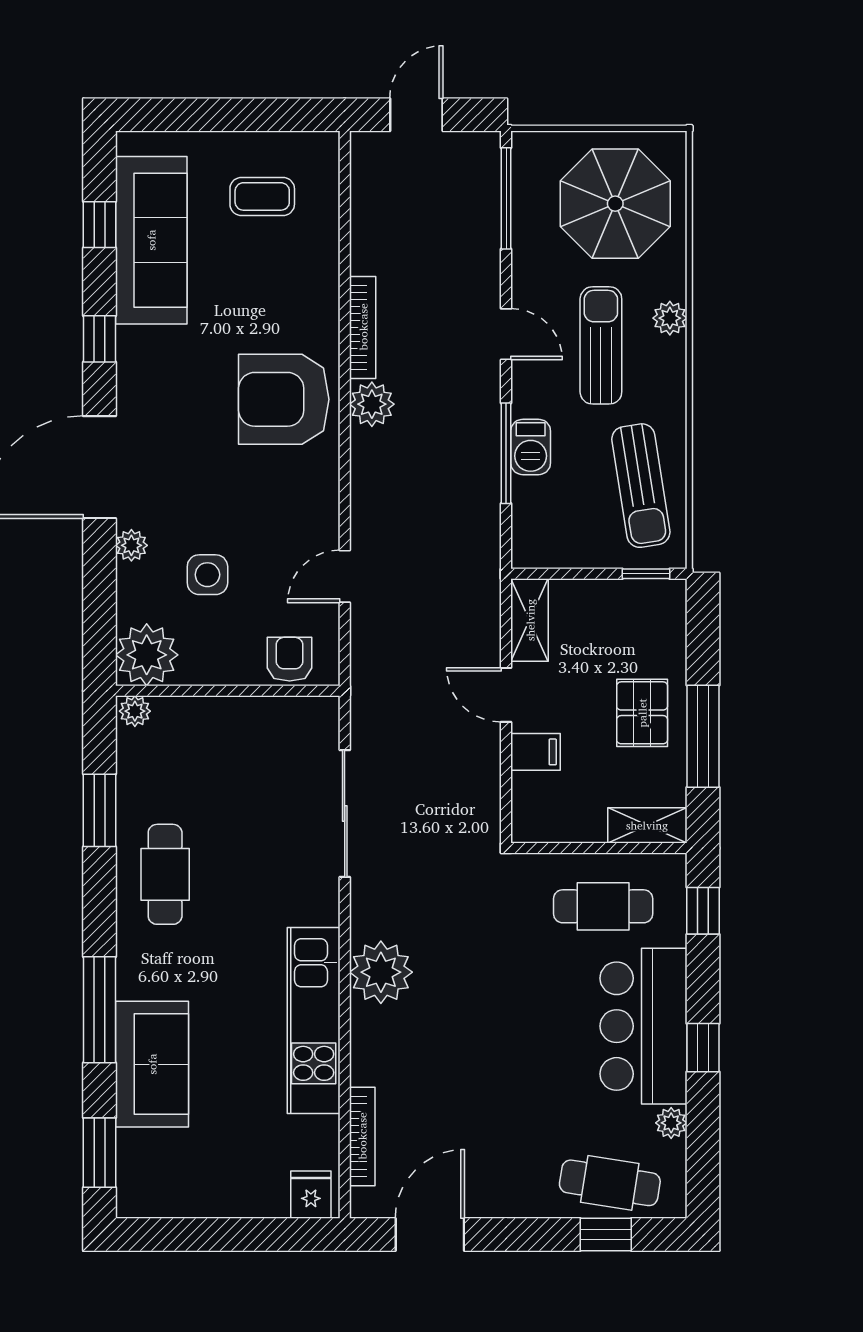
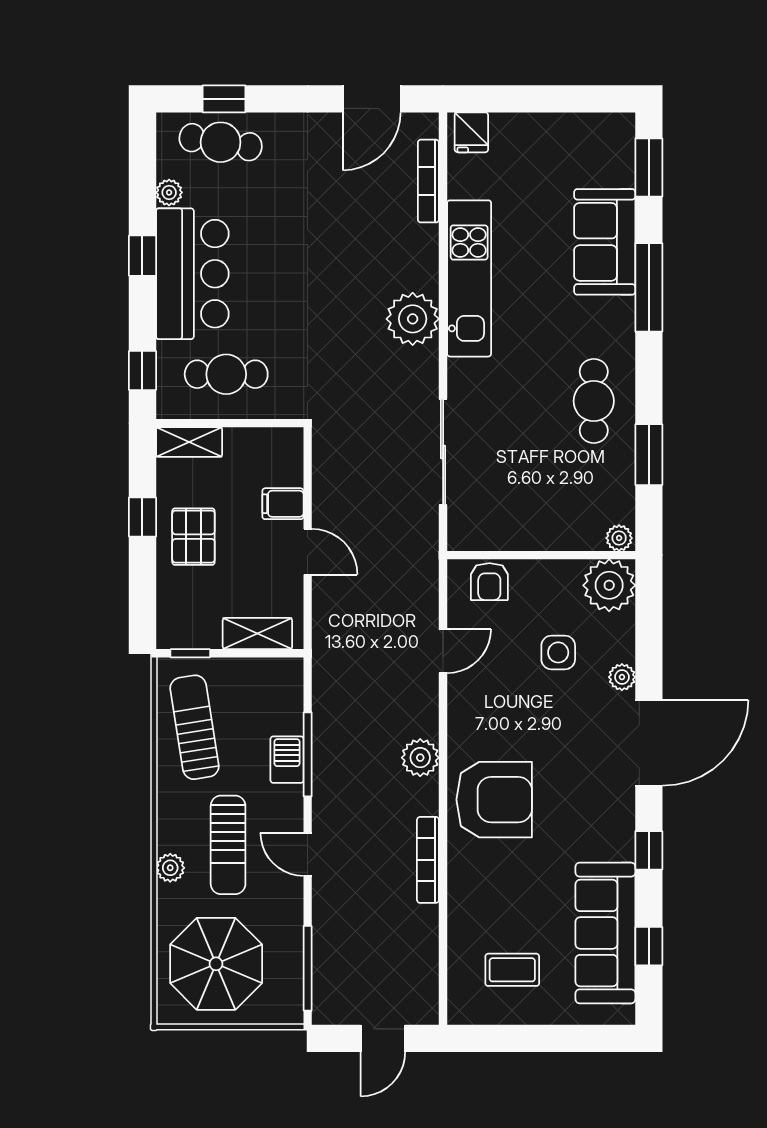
plant: (372, 404) -> (420, 758), moved
shelving: (530, 620) -> (257, 634), moved, turned 90
window: (703, 736) -> (142, 517), width x0.46

